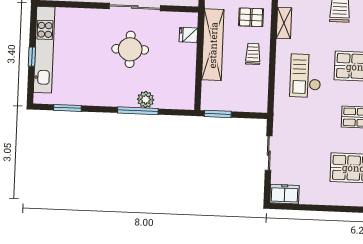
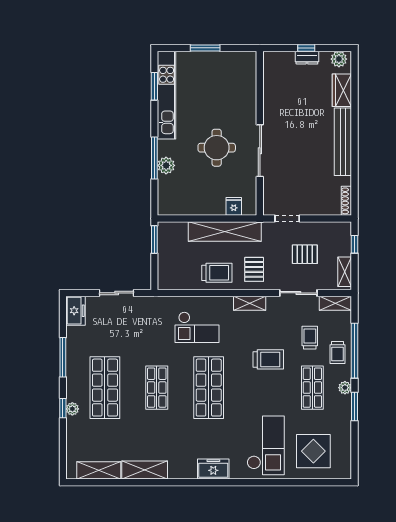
kitchen unit: (44, 50) -> (167, 95), moved, turned -90
trolley: (253, 54) -> (217, 273), width x1.36, depth x1.39
window: (32, 57) -> (205, 48), width x1.50
checkout: (306, 76) -> (197, 327), turned 180
window: (330, 208) -> (63, 357), added

